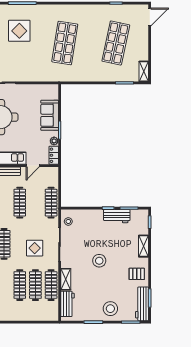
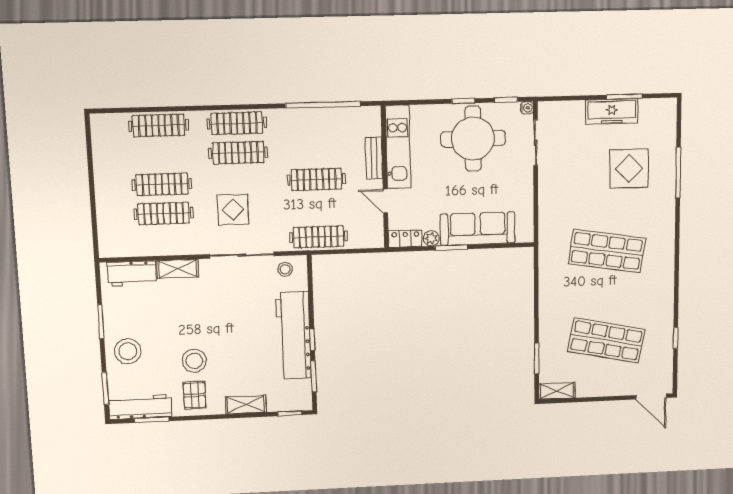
sofa: (50, 115) -> (478, 229), width x1.36
workbench: (117, 216) -> (293, 335), width x1.88, depth x1.32
stool: (99, 261) -> (194, 361), moved
clothes rail: (51, 285) -> (165, 242), removed

